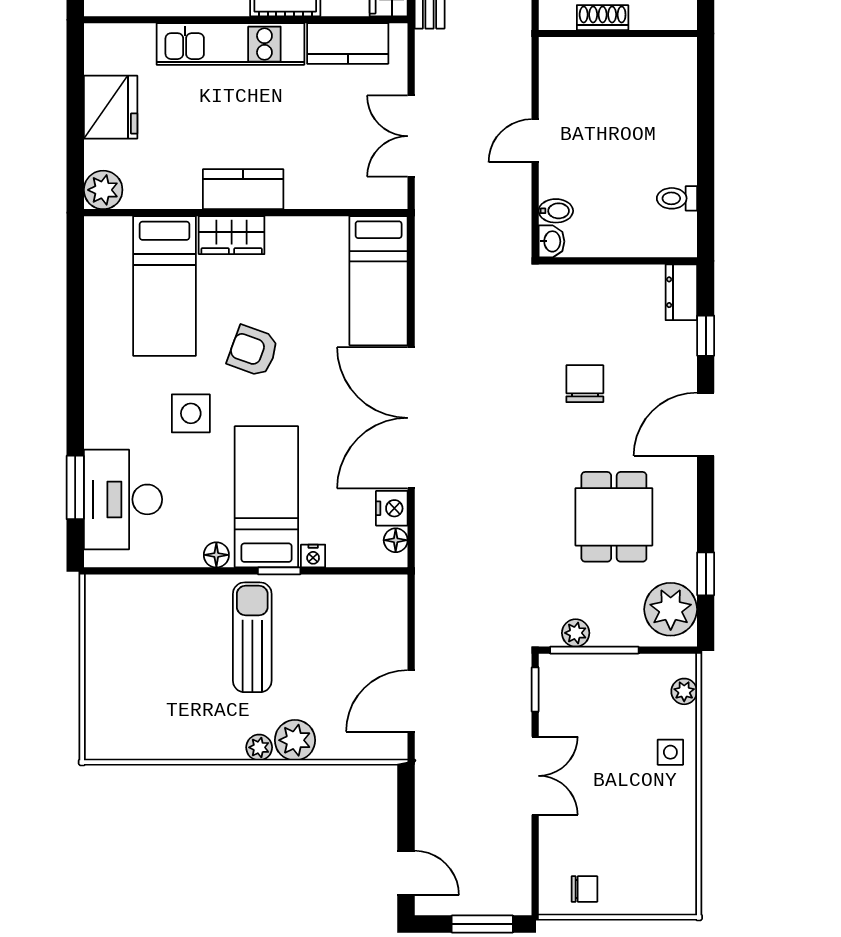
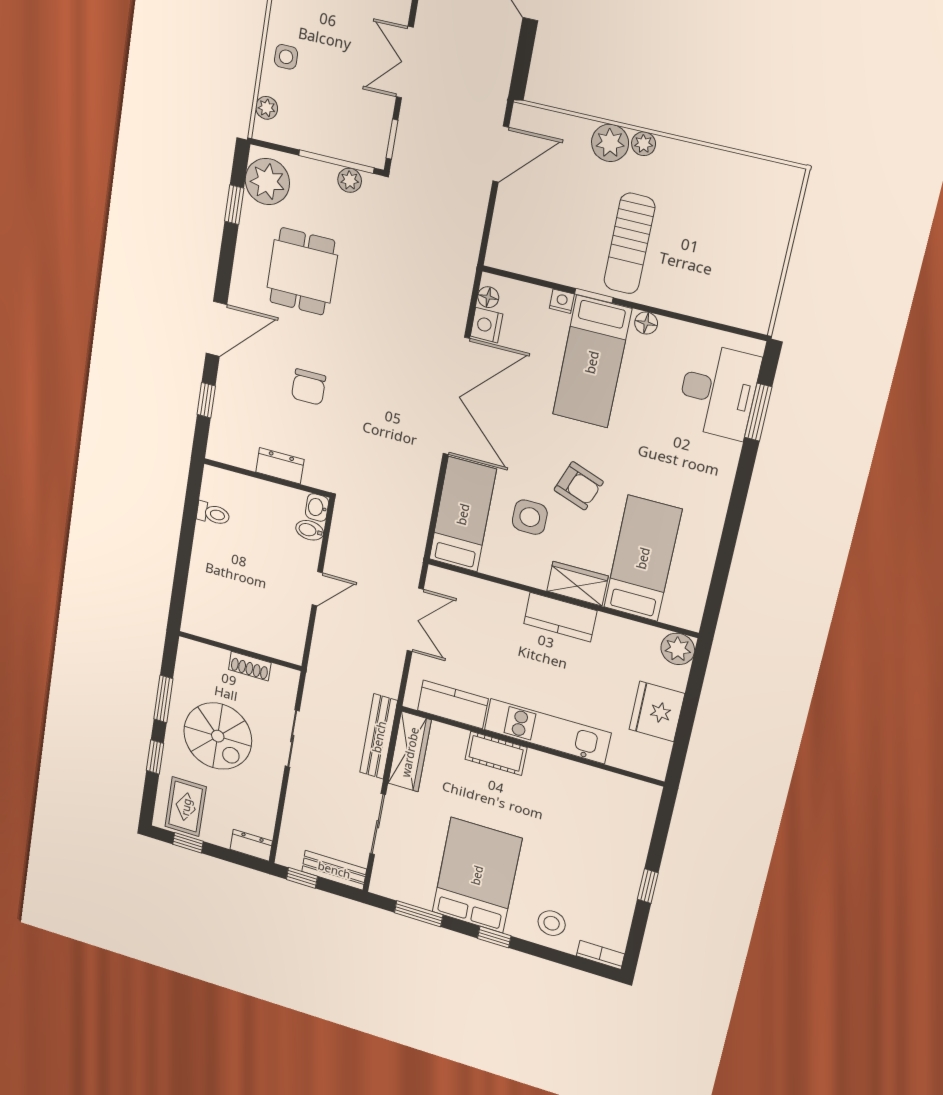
dresser: (681, 292) -> (280, 466), moved, turned -90
side table: (191, 413) -> (530, 517), moved

